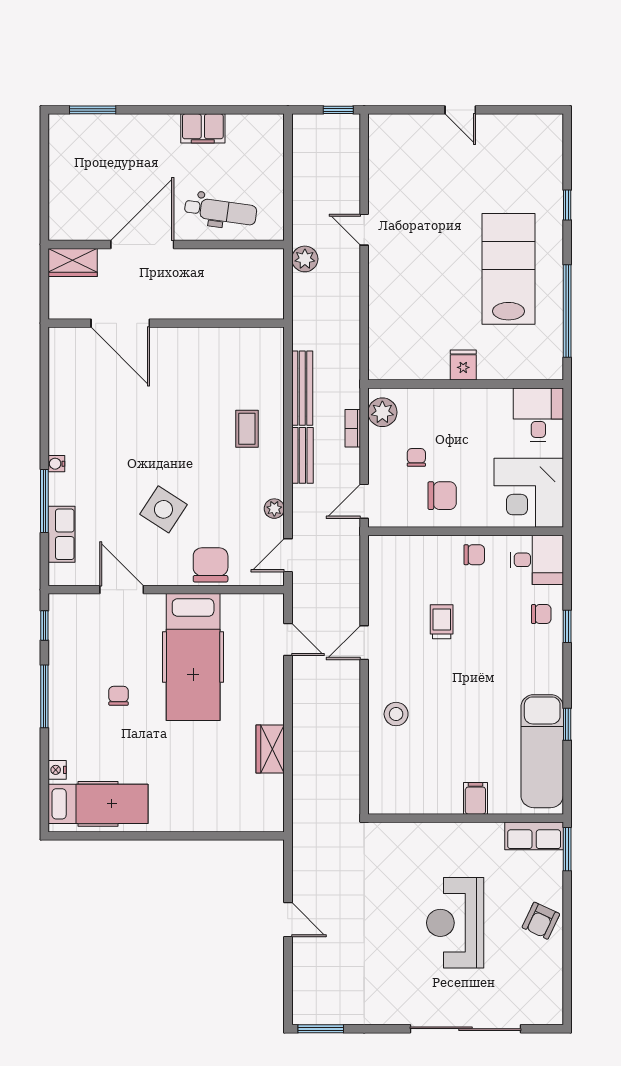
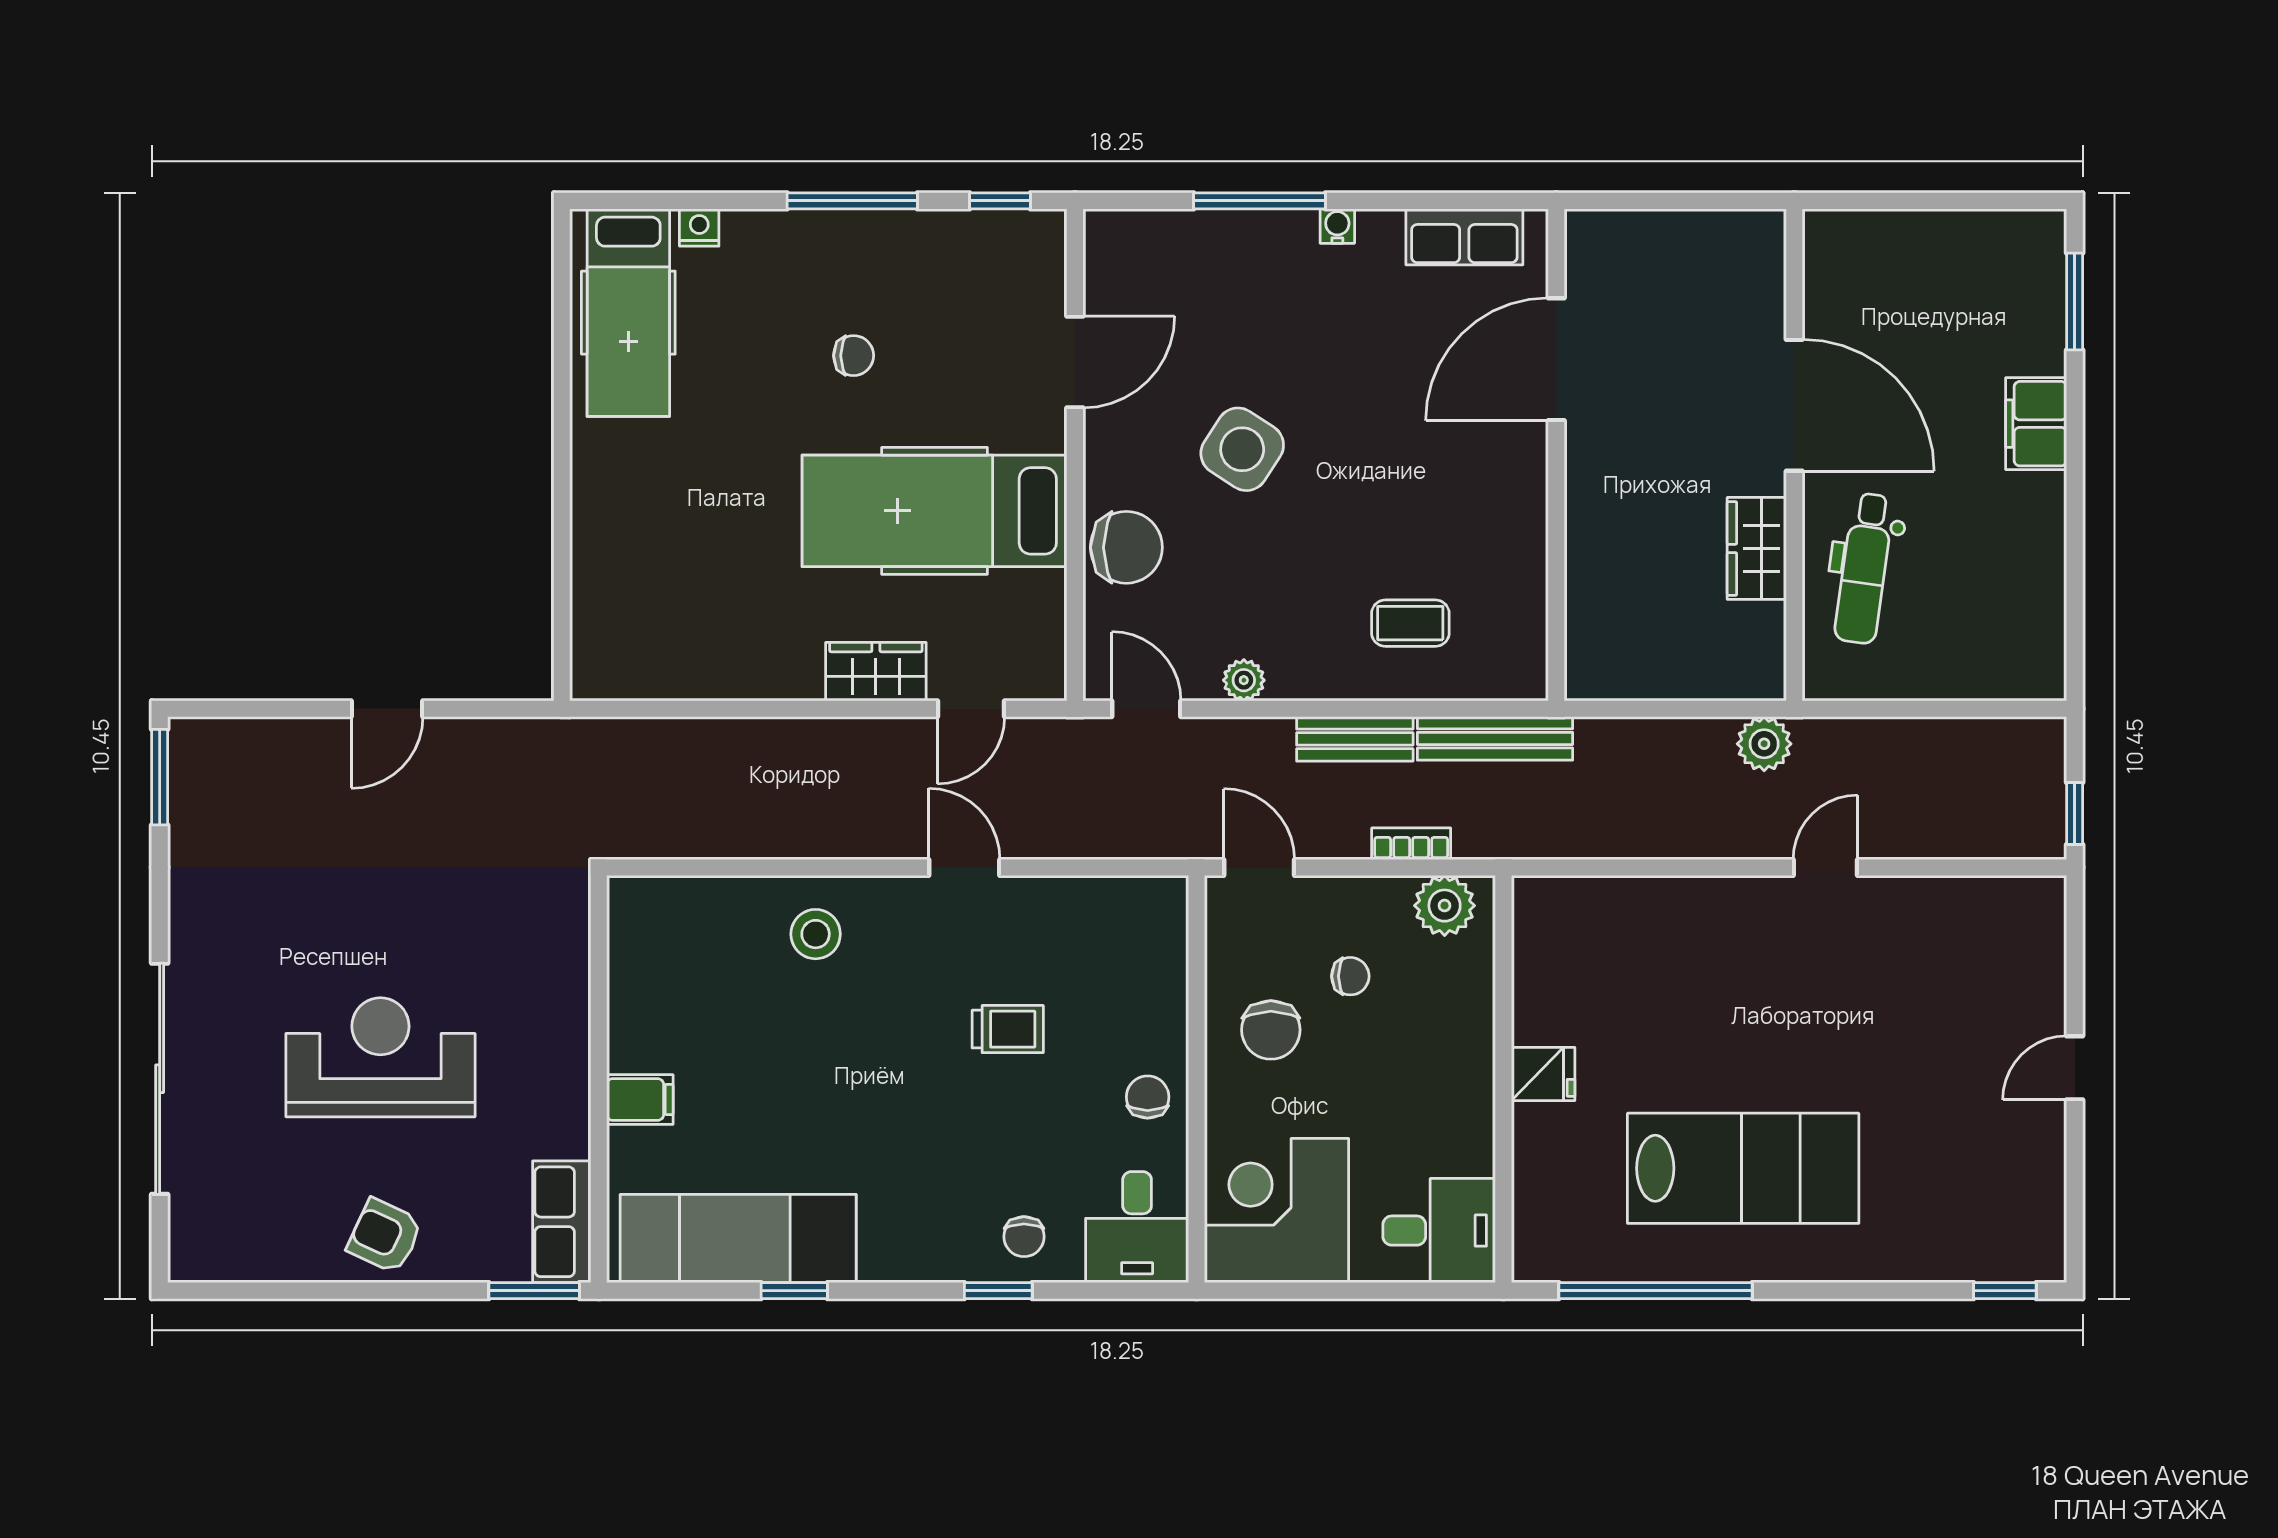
filing cabinet: (203, 128) -> (2036, 424), moved
window: (567, 205) -> (2005, 1291), moved
wardrobe: (73, 262) -> (1757, 548), moved
door: (120, 323) -> (1556, 359), moved
wall: (166, 323) -> (1556, 455), moved
row of seats: (62, 534) -> (1464, 237), moved
chair: (474, 555) -> (1148, 1097), turned 180
wardrobe: (270, 749) -> (876, 672), moved

